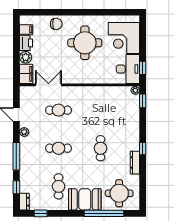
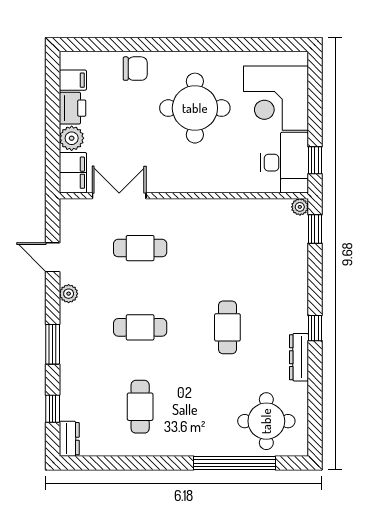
window: (16, 156) -> (53, 344), width x0.69
booth: (85, 199) -> (195, 434), removed
window: (41, 213) -> (103, 463), removed

